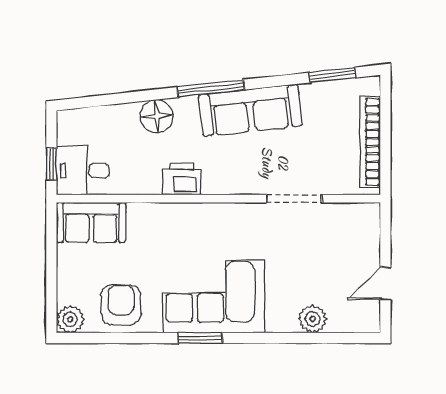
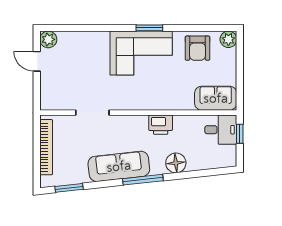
door: (385, 283) -> (37, 61), swing flipped
plant: (313, 319) -> (48, 39), moved

